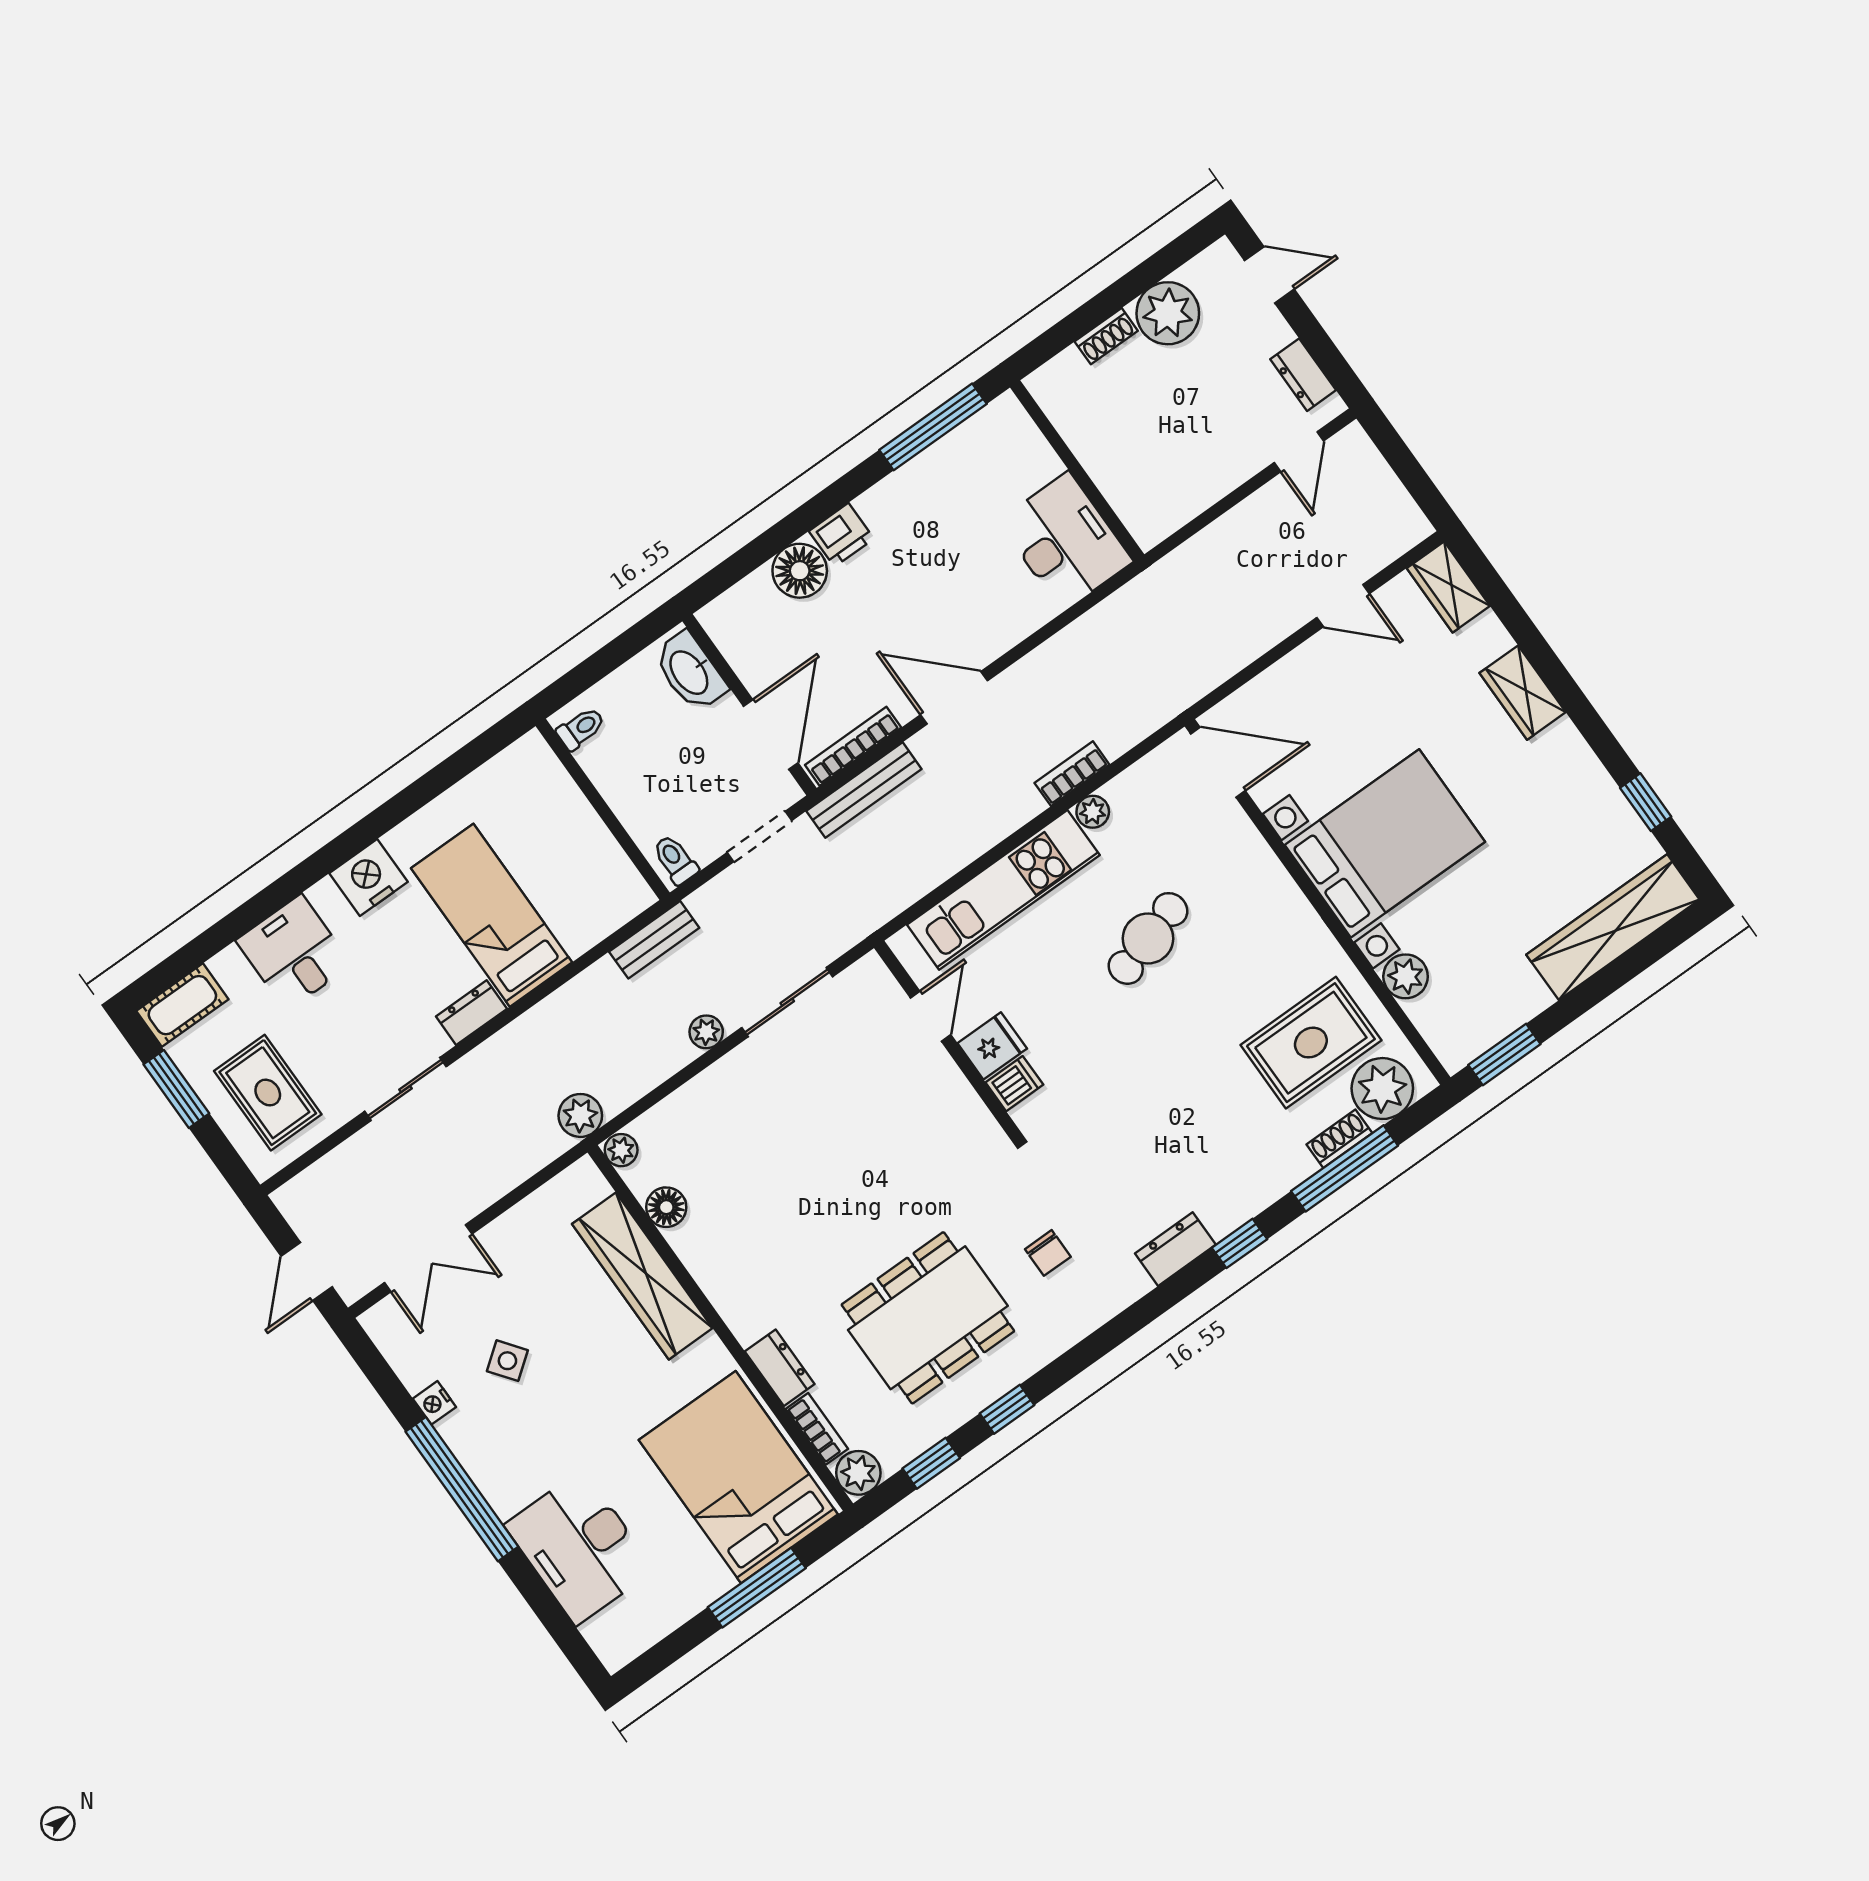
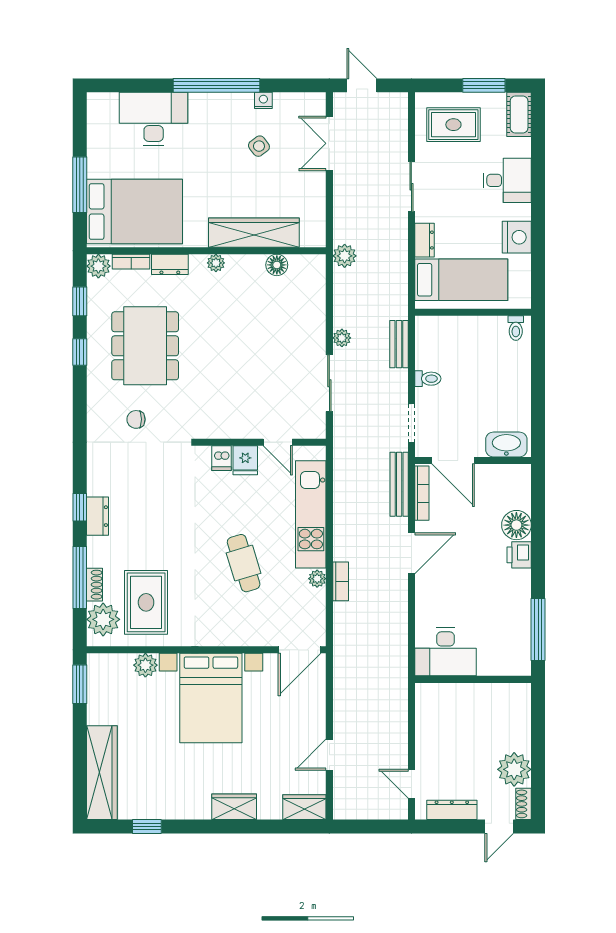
shoe rack: (1106, 336) -> (524, 804), moved
dresser: (1303, 375) -> (452, 810), width x1.44
toilet: (581, 728) -> (516, 328), moved
wall: (603, 809) -> (473, 312), moved
plant: (621, 1150) -> (216, 263), moved
dresser: (1175, 1249) -> (97, 516), moved

